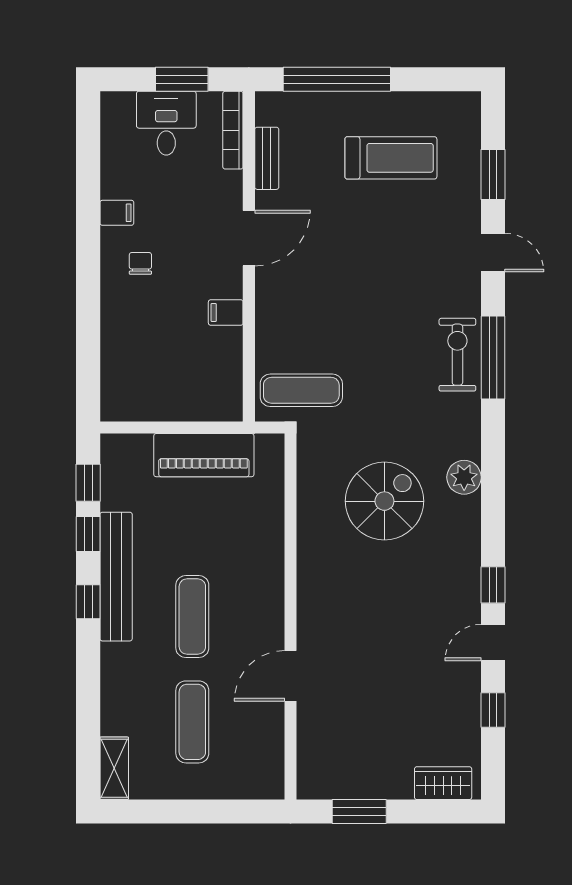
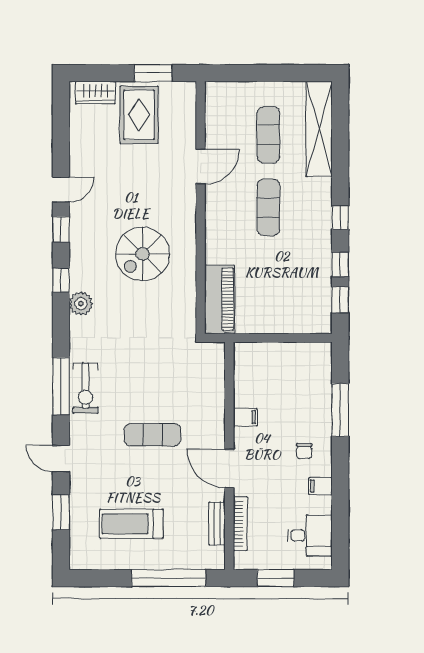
desk: (166, 123) -> (310, 535), moved, turned -90
bookcase: (233, 130) -> (240, 524), moved
door: (249, 238) -> (229, 468), hinge flipped
window: (88, 323) -> (340, 410), added
exercise mat: (301, 390) -> (153, 435), moved
piano: (204, 455) -> (220, 299), moved, turned 90
spiral stairs: (384, 501) -> (143, 254), moved
bench: (116, 577) -> (321, 235), removed
window: (493, 710) -> (61, 280), moved
rug: (380, 751) -> (139, 115), added
shelving: (114, 768) -> (319, 129), width x2.20, depth x1.33

